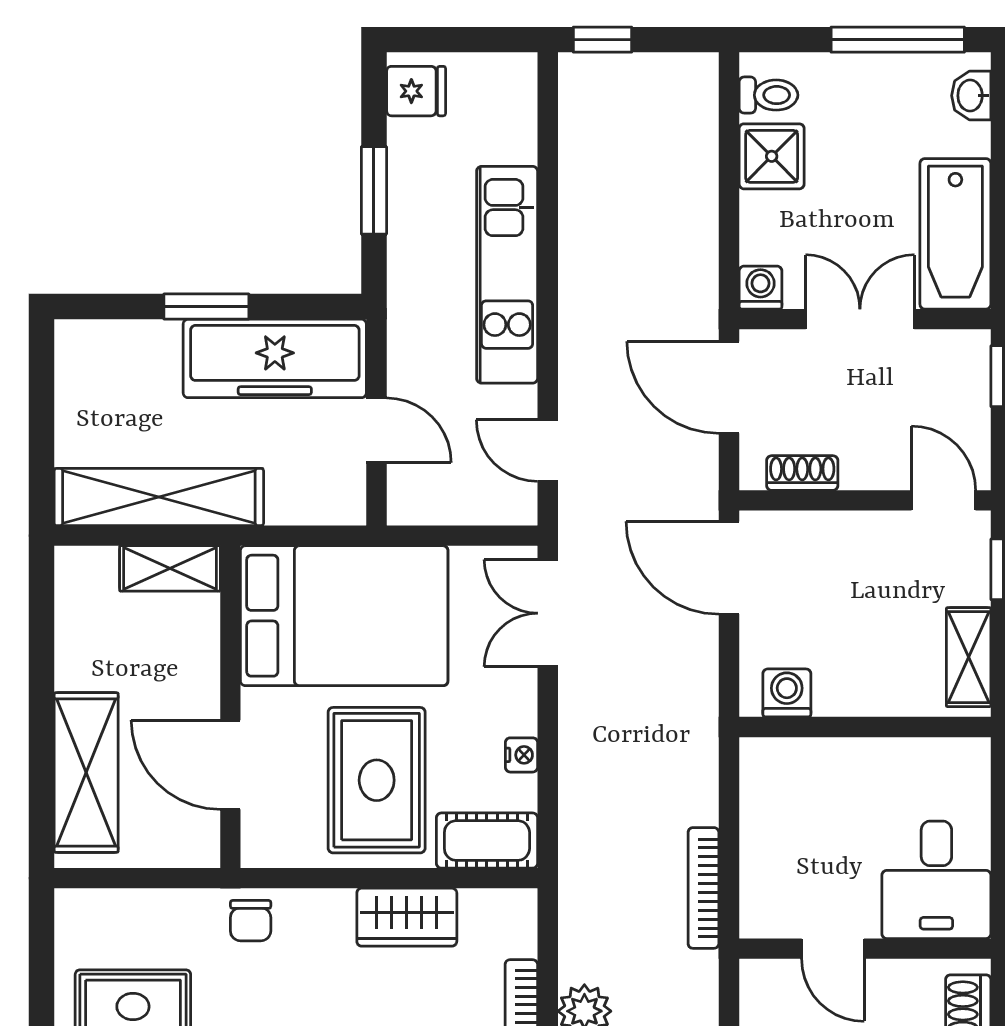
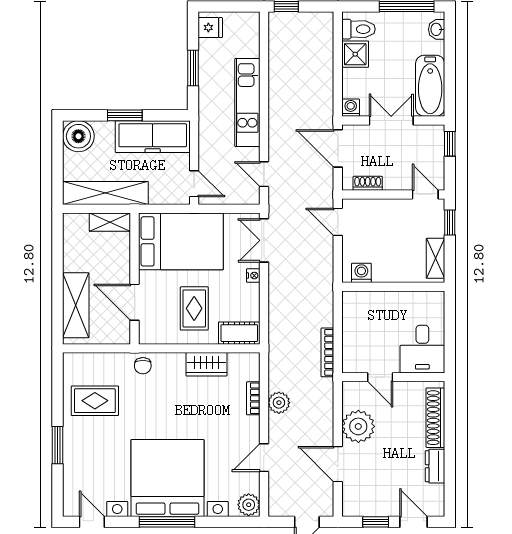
toilet: (768, 95) -> (359, 29), width x1.37, depth x1.39
boiler: (93, 358) -> (78, 136), added
door: (376, 430) -> (194, 184), moved
door: (729, 568) -> (338, 222), width x0.73
nightstand: (521, 755) -> (253, 276), moved
rug: (377, 780) -> (194, 308), width x0.73, depth x0.70

